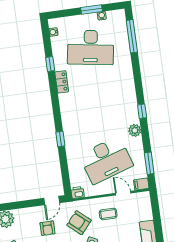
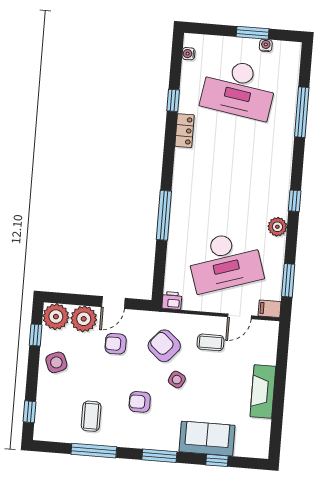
window: (132, 36) -> (302, 112), moved
window: (60, 139) -> (164, 215), width x2.17
door: (123, 193) -> (239, 316), swing flipped
door: (52, 201) -> (113, 302), moved
plant: (24, 217) -> (84, 319), added
armchair: (48, 228) -> (116, 344), turned 90

